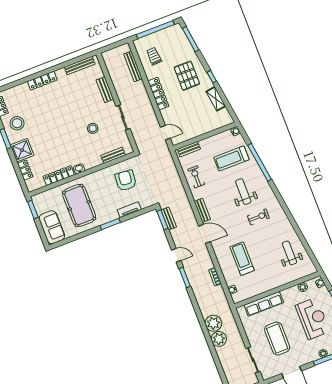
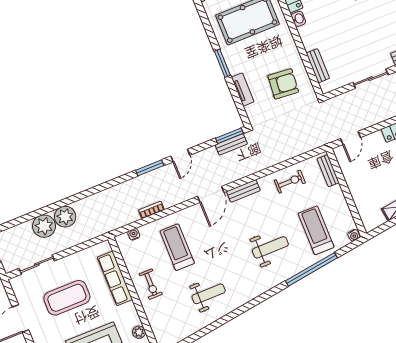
stool: (93, 128) -> (355, 37), removed
exercise bike: (258, 217) -> (151, 284), moved
weight bench: (289, 253) -> (209, 294), moved
treadmill: (242, 259) -> (177, 247), turned -90
plant: (213, 323) -> (44, 226), moved

